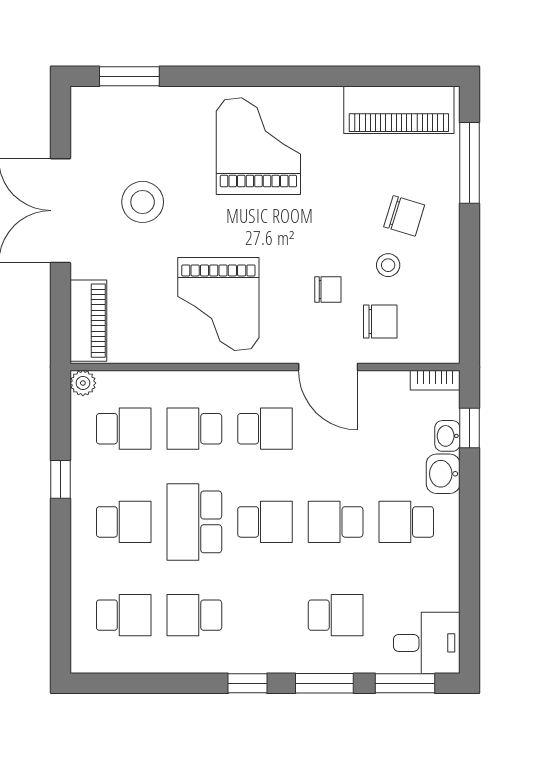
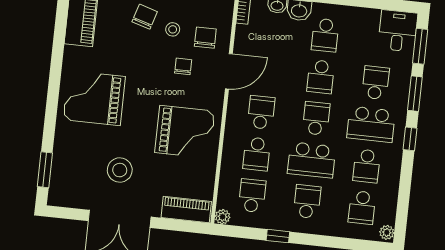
school desk: (124, 615) -> (362, 208), turned 180
school desk: (265, 615) -> (371, 124), added
plant: (86, 661) -> (387, 232), added

